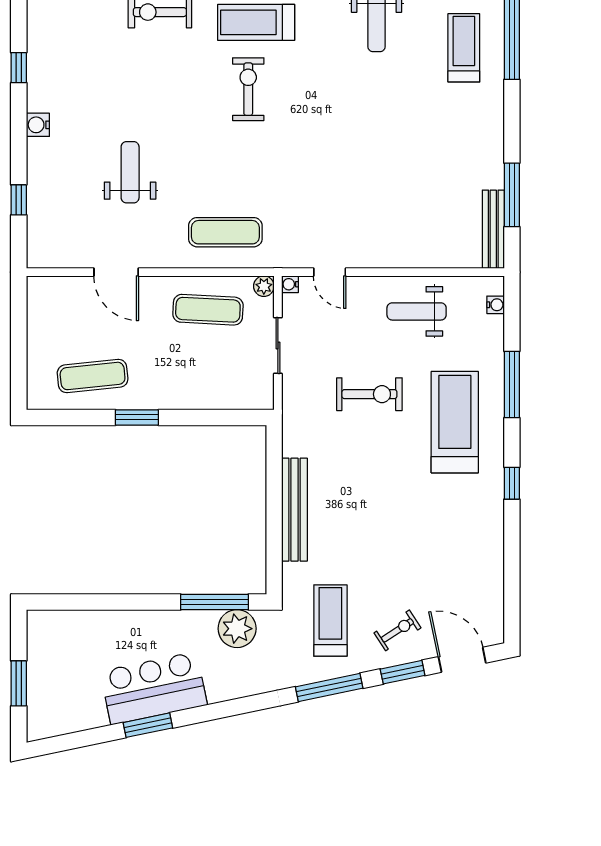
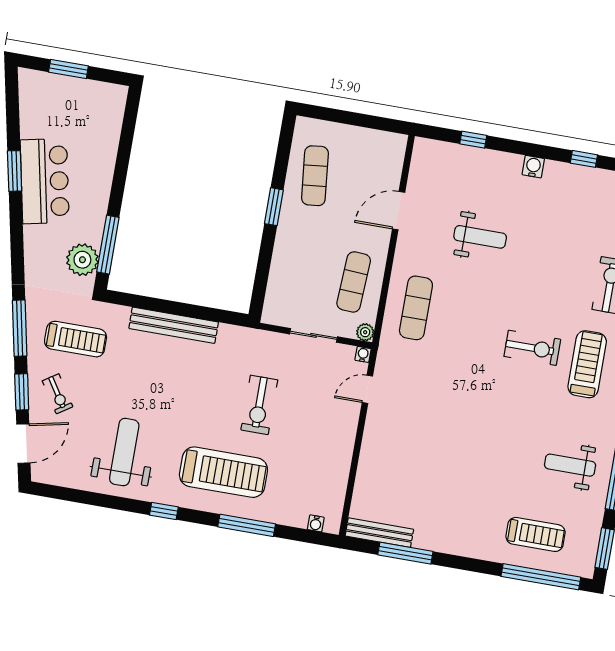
weight bench: (417, 311) -> (124, 452), moved, width x1.36, depth x1.33

